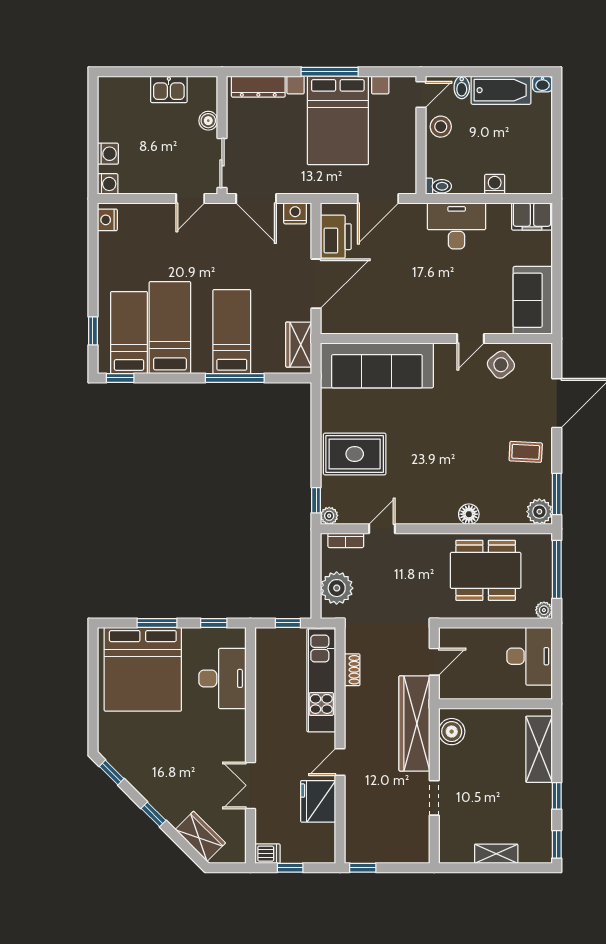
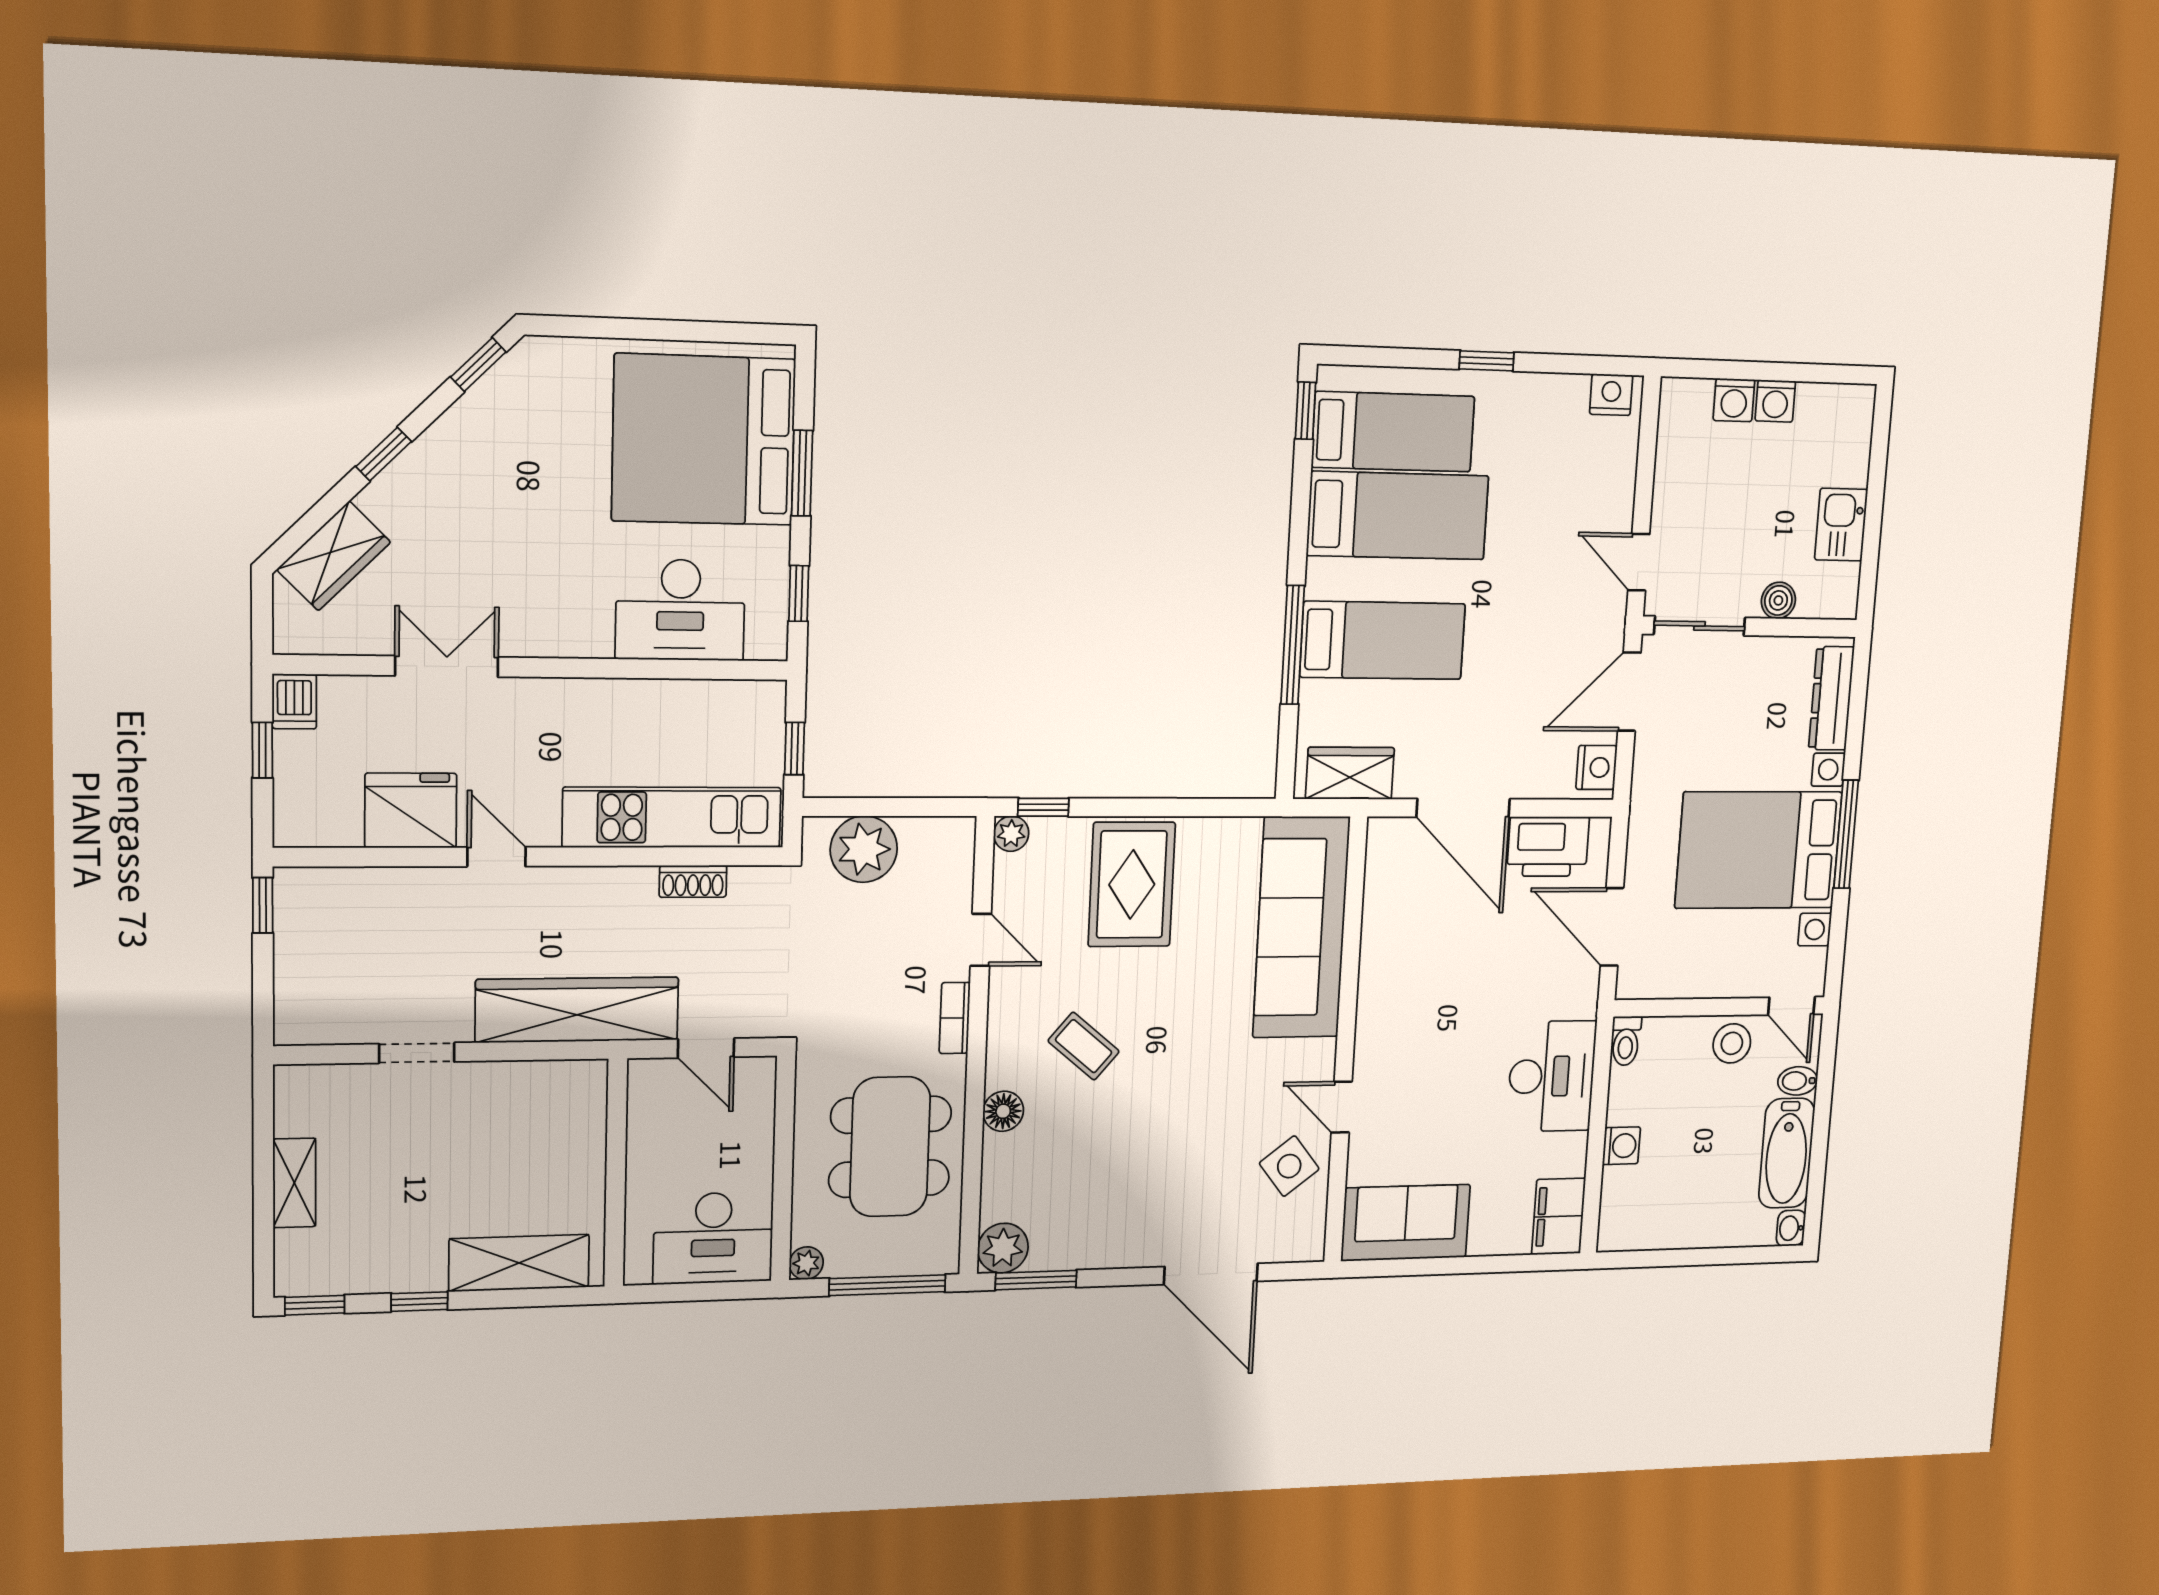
washing machine: (108, 184) -> (1775, 401), moved
window: (93, 331) -> (1487, 361), moved
coffee table: (526, 452) -> (1084, 1046), moved, turned -53
bookcase: (346, 540) -> (955, 1018), moved
boiler: (452, 732) -> (559, 1086), removed

